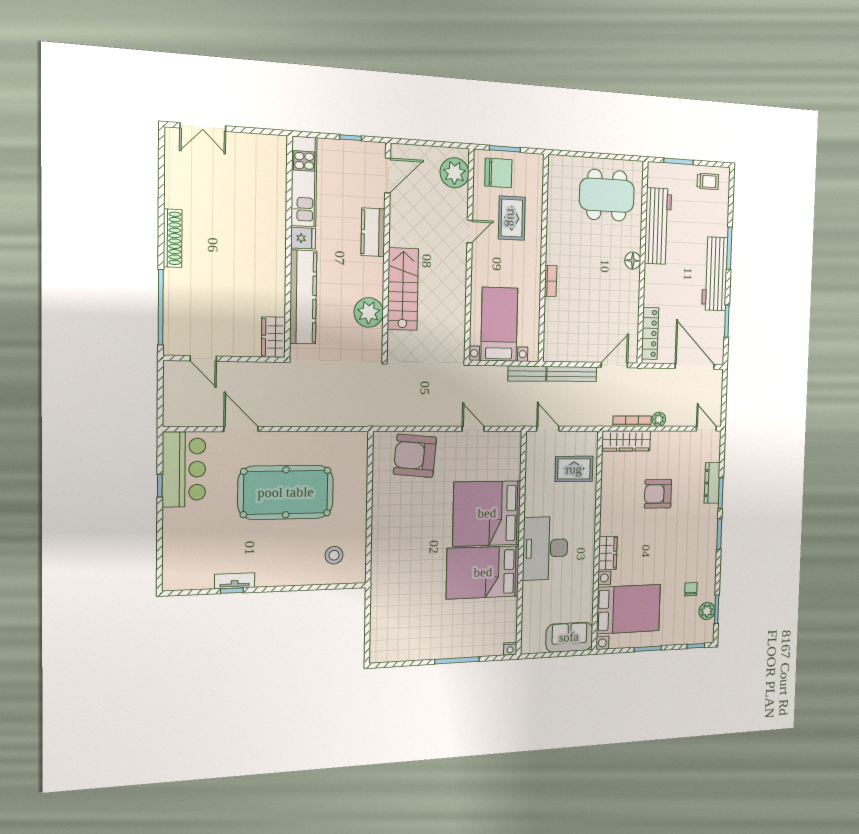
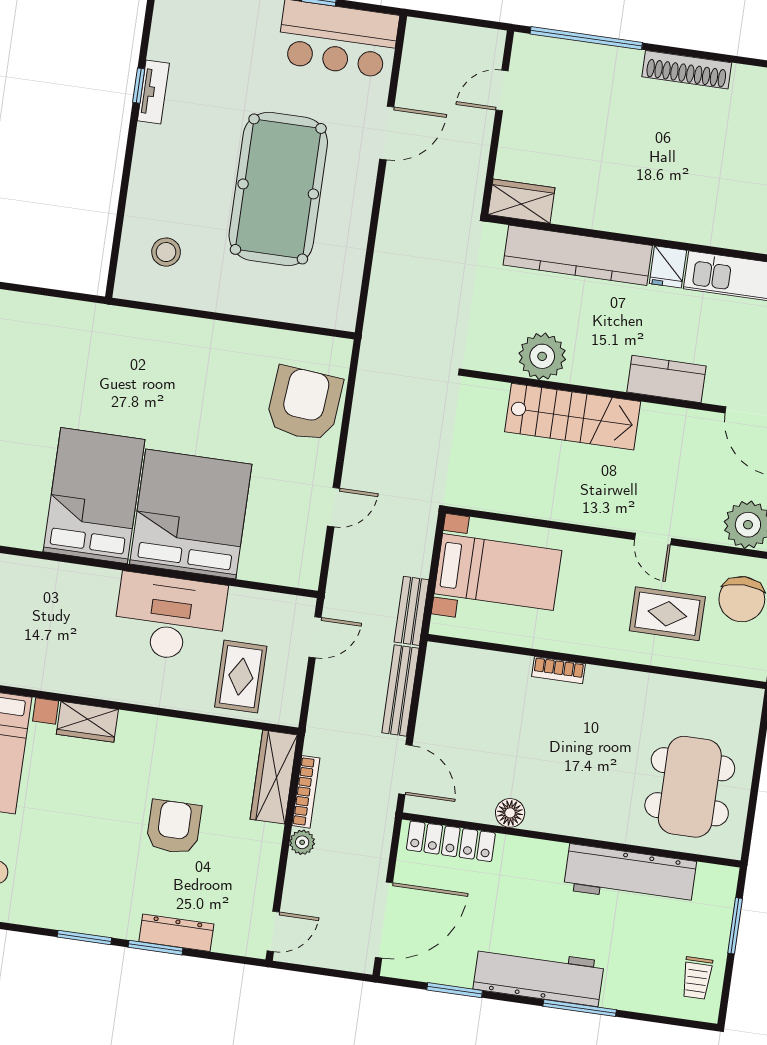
floor lamp: (633, 261) -> (510, 813), moved
desk: (545, 548) -> (170, 618), moved

